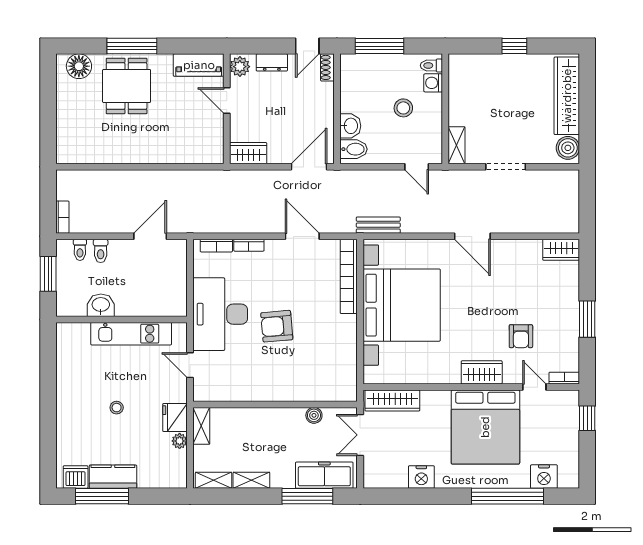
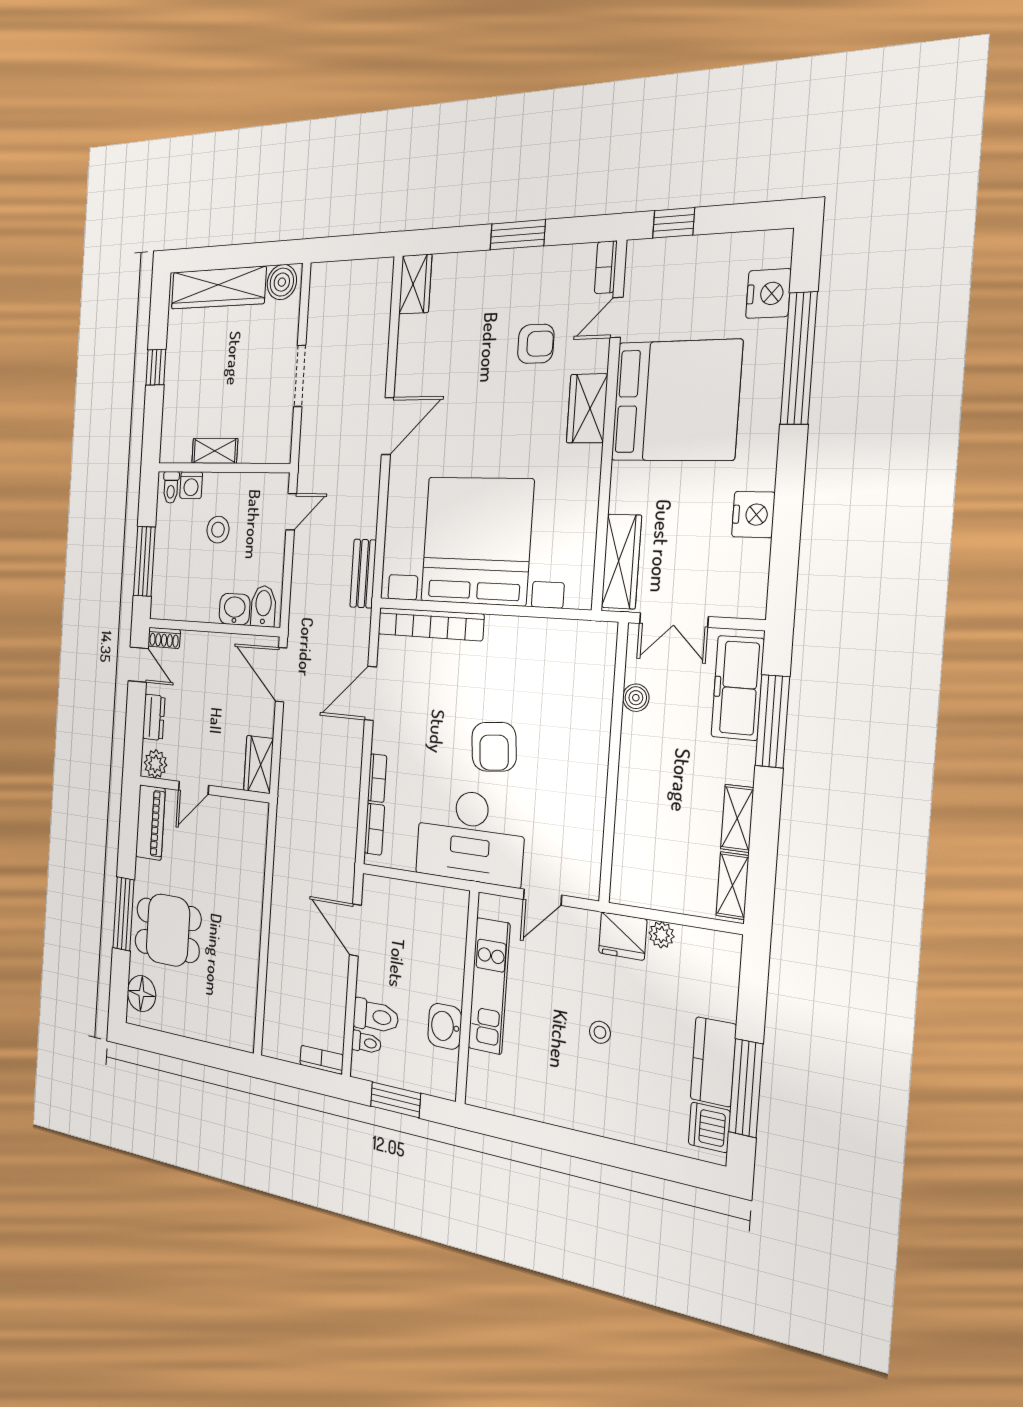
shelving: (456, 145) -> (215, 451), moved
toilet: (101, 251) -> (376, 1016), width x1.37, depth x1.39
shelving: (201, 426) -> (639, 893), removed

